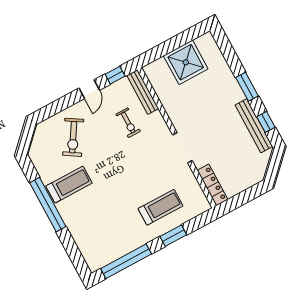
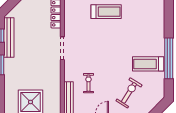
treadmill: (161, 207) -> (106, 12), moved, turned 180

